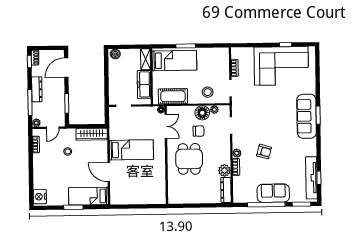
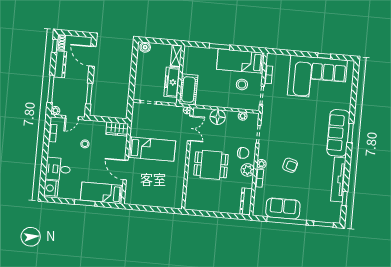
bed: (174, 61) -> (241, 61), moved, turned 180
door: (66, 68) -> (93, 56), hinge flipped
dresser: (37, 89) -> (60, 64), moved
stool: (208, 92) -> (242, 84), moved
cot: (173, 96) -> (188, 89), moved, turned 90
floor lamp: (202, 113) -> (218, 117), moved
chair: (199, 131) -> (243, 153), moved
wardrobe: (92, 134) -> (117, 129), width x0.67
dining table: (189, 159) -> (211, 165), turned 90
plant: (224, 170) -> (248, 170), moved
desk: (45, 178) -> (58, 169), added
tv unit: (311, 178) -> (338, 179), moved
sofa: (273, 193) -> (283, 209), moved

